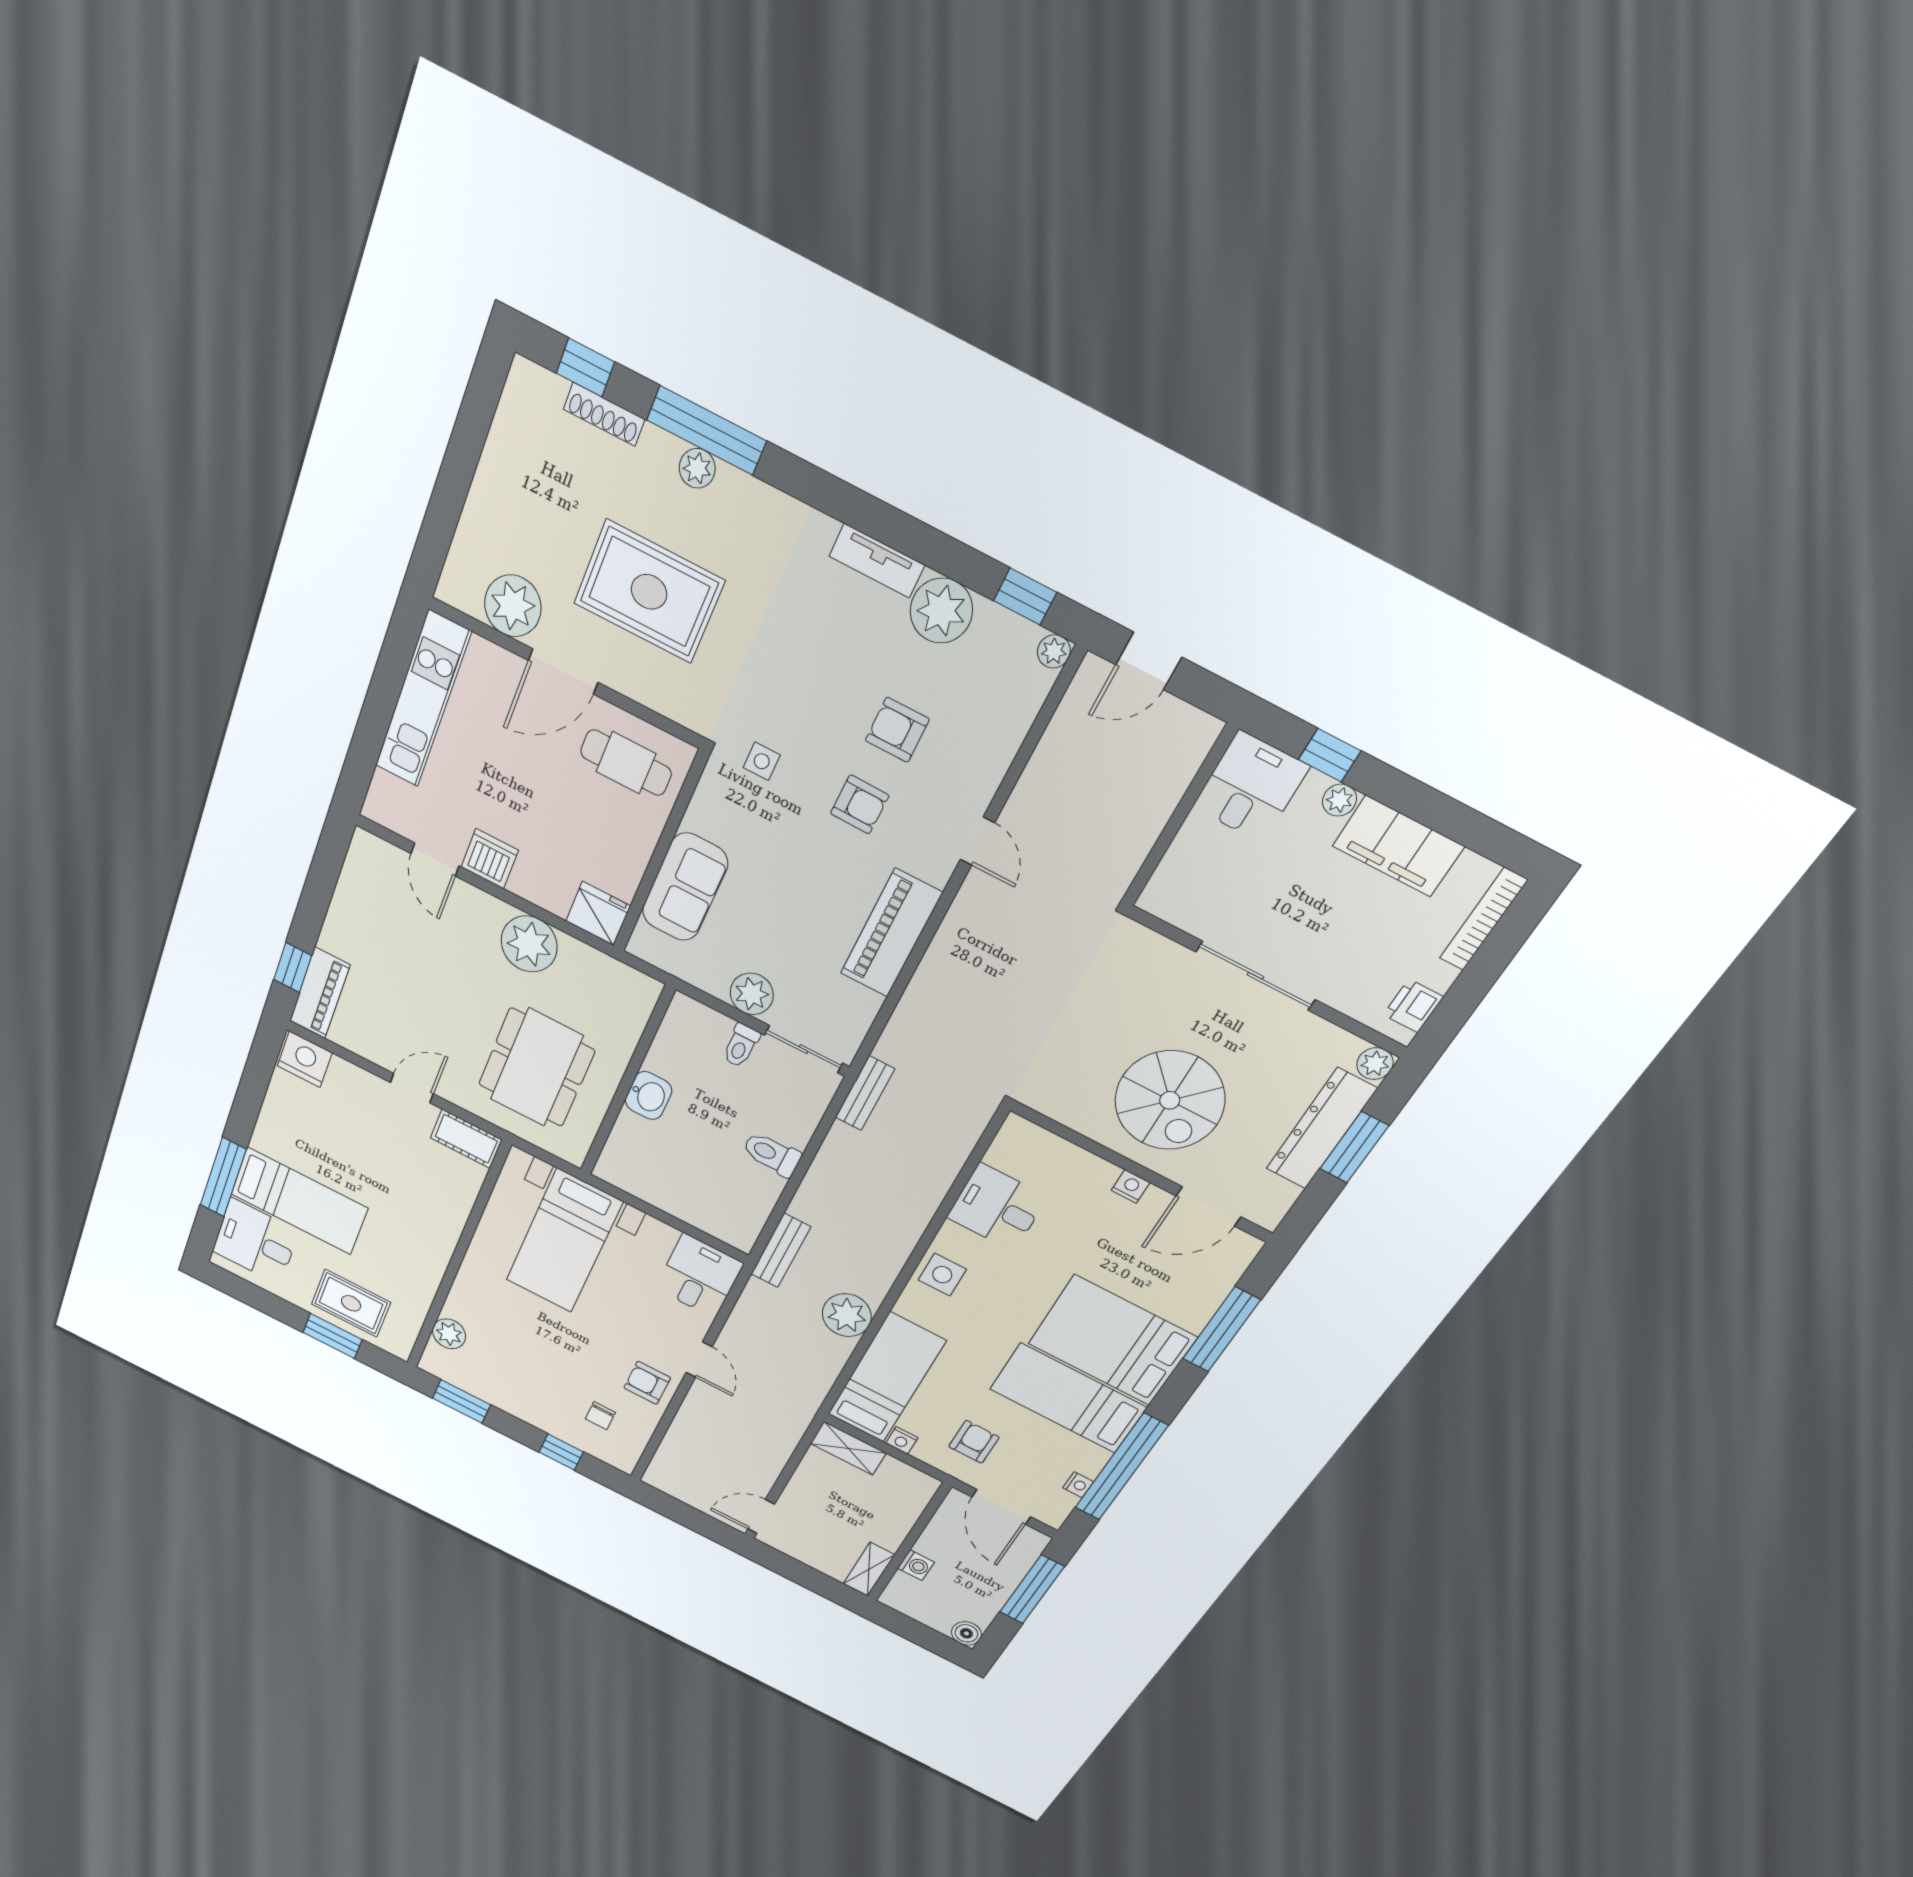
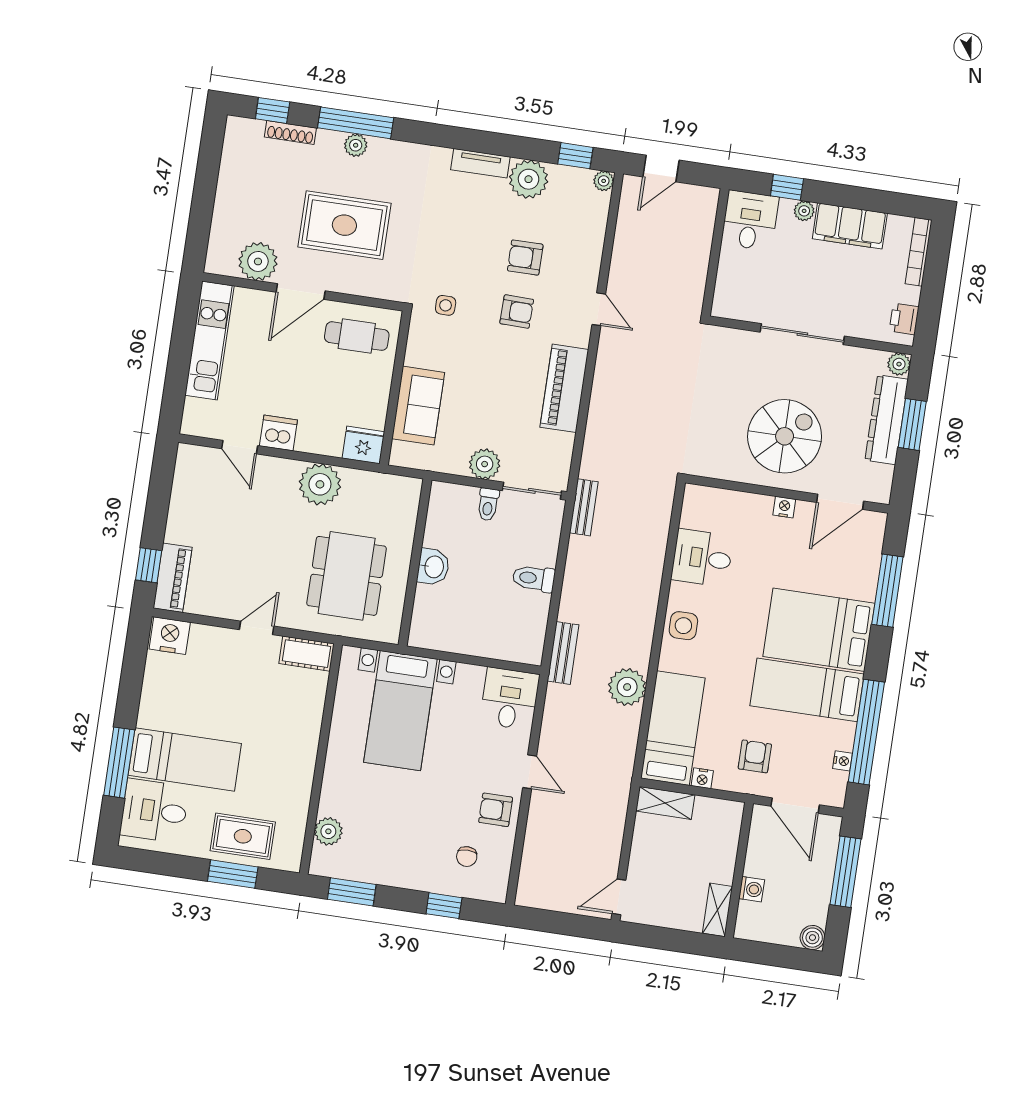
spiral stairs: (1170, 1100) -> (785, 436), turned -90

